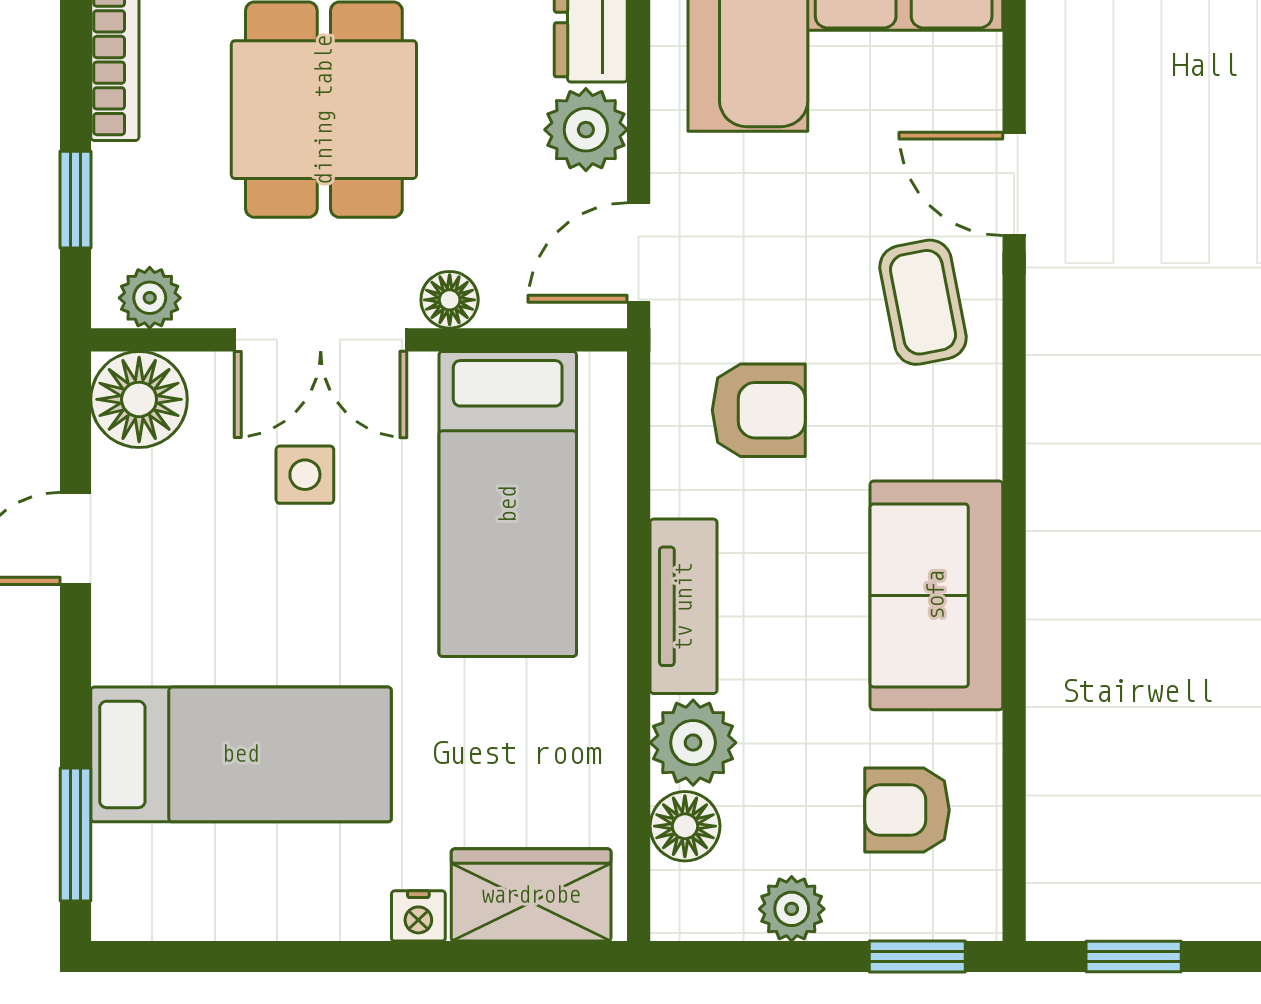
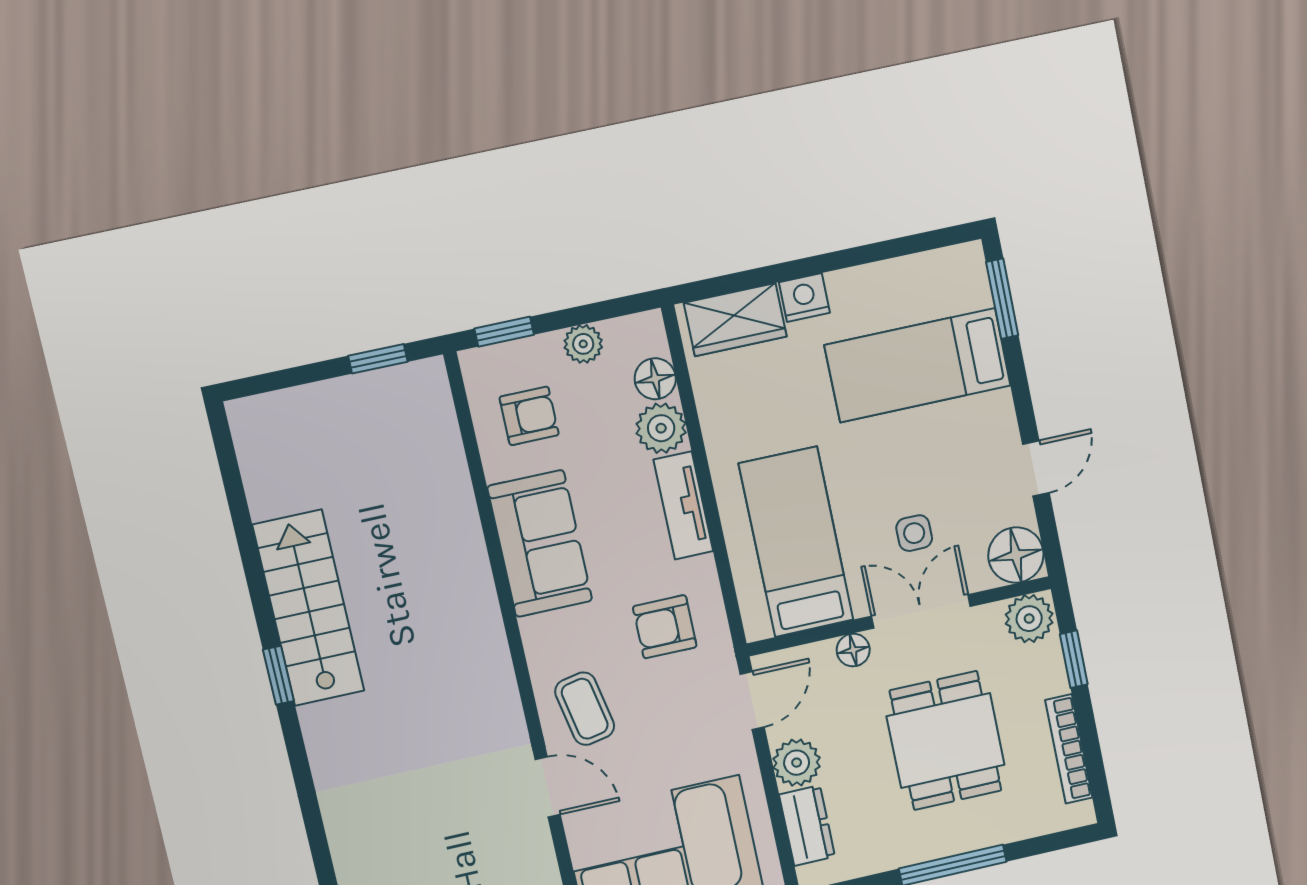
plant: (150, 298) -> (1029, 619), width x1.38, depth x1.38
nightstand: (418, 916) -> (804, 297), width x1.39, depth x1.35

